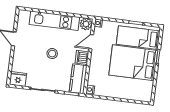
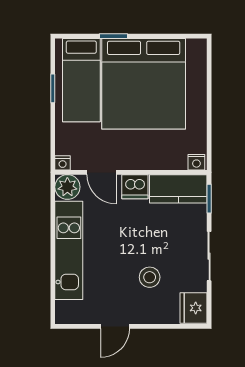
stool: (52, 54) -> (150, 277), moved
bed: (133, 63) -> (144, 84), width x1.36

